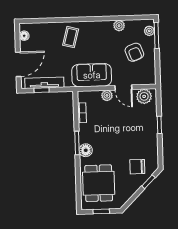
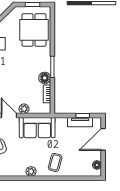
plant: (119, 26) -> (31, 171), moved
tv unit: (44, 83) -> (80, 122), width x0.71
floor lamp: (86, 150) -> (45, 78), moved

